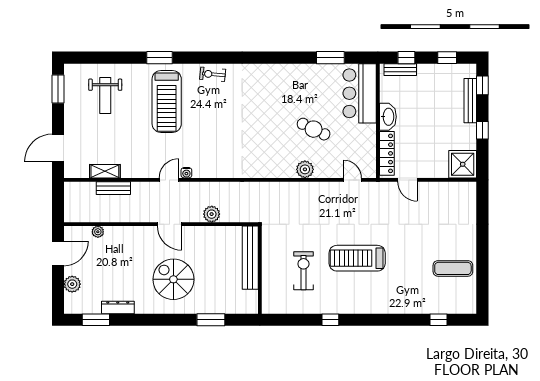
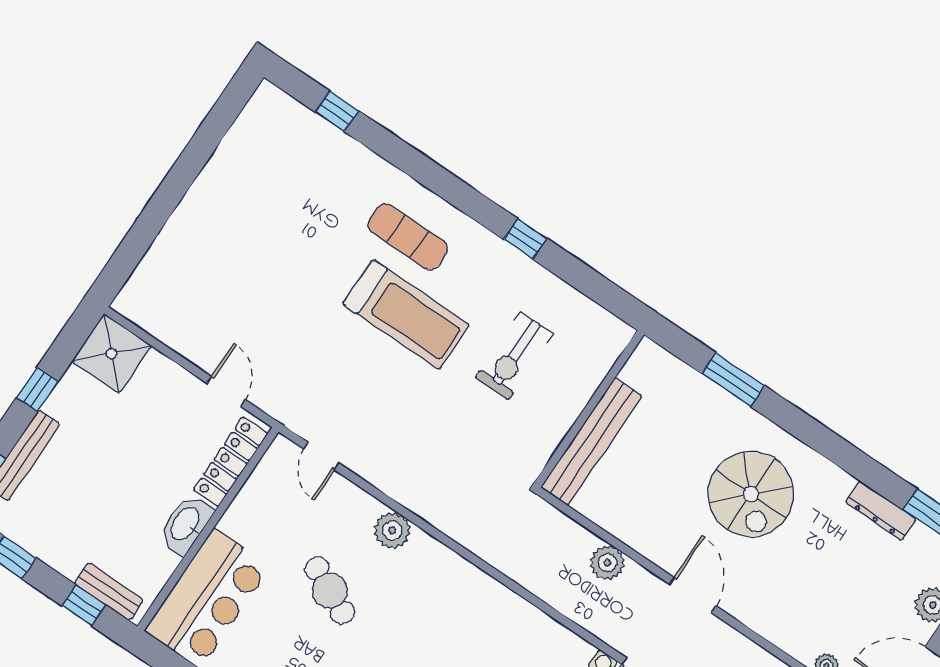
exercise mat: (453, 268) -> (408, 237), moved

